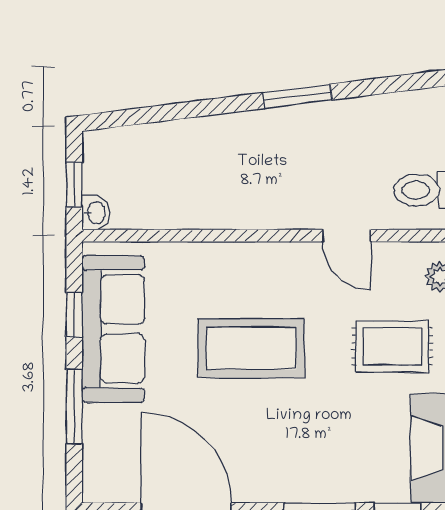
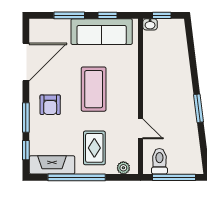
door: (347, 236) -> (141, 129), swing flipped
armchair: (289, 453) -> (50, 105), added

